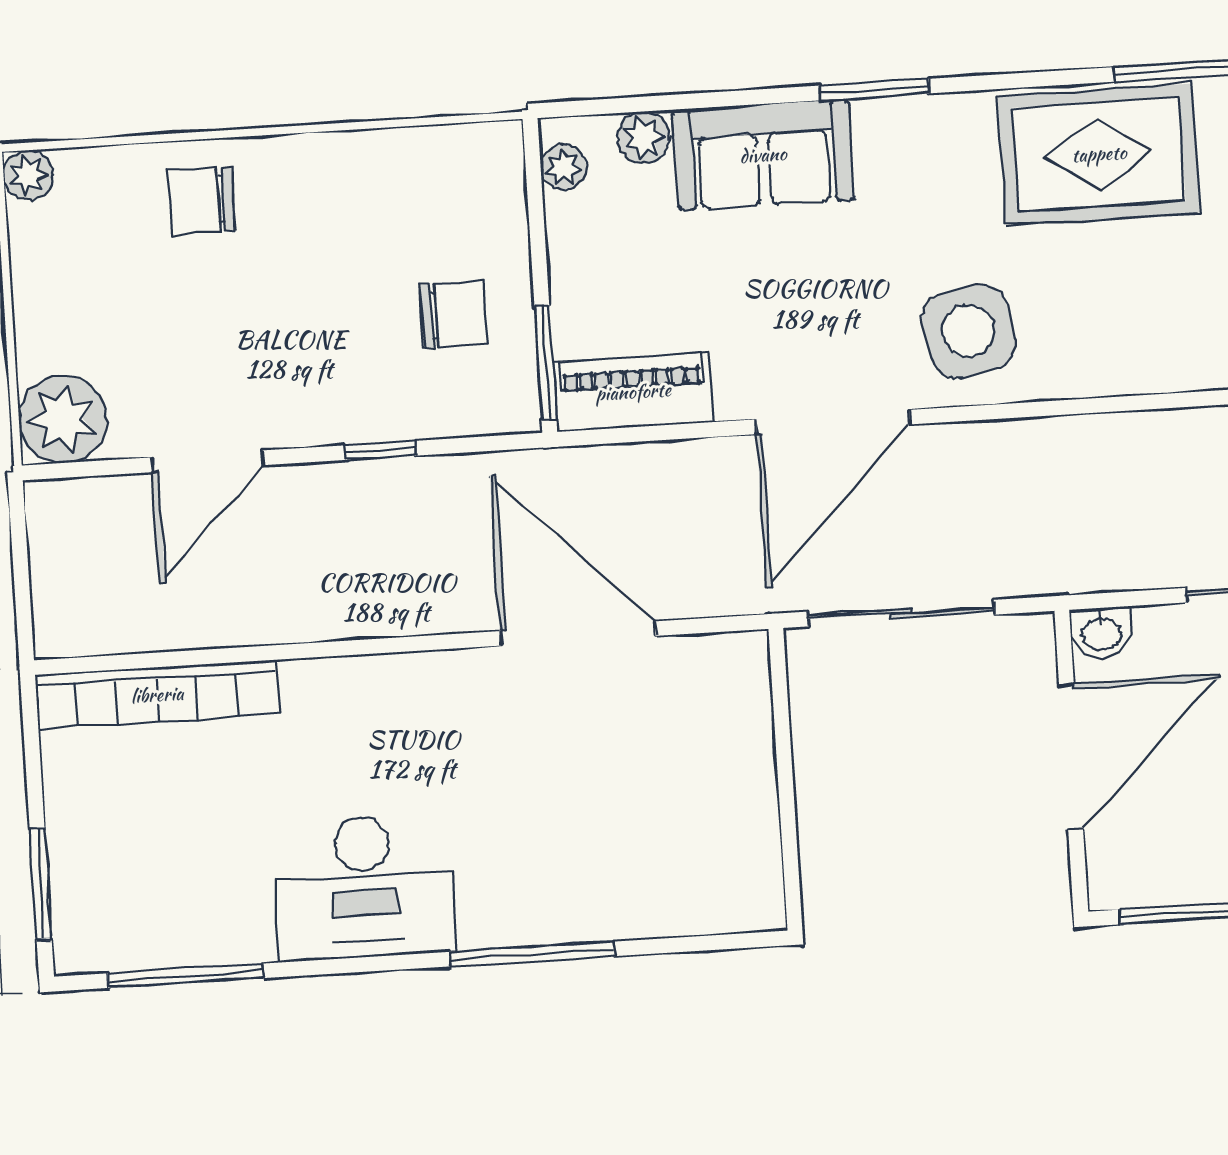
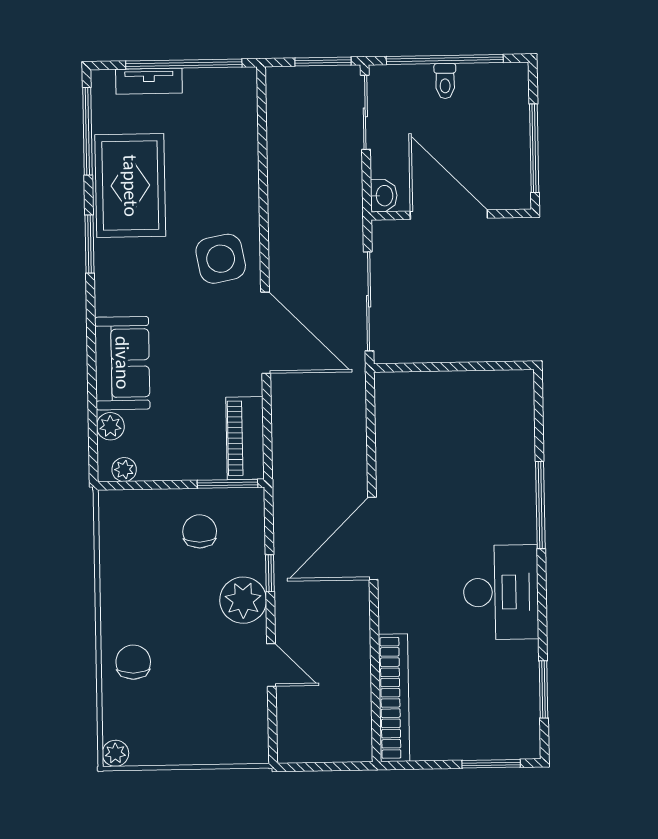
window: (874, 90) -> (89, 244), moved
chair: (202, 201) -> (133, 662), turned 180
plant: (63, 419) -> (243, 600), moved
door: (208, 461) -> (271, 665), width x0.73
door: (578, 633) -> (373, 538), moved
window: (185, 976) -> (544, 689), width x0.69

